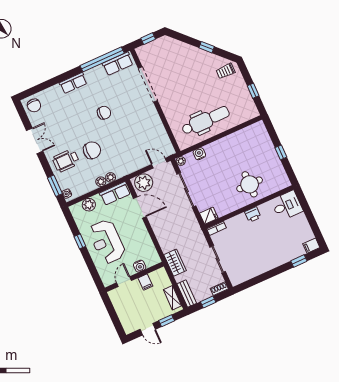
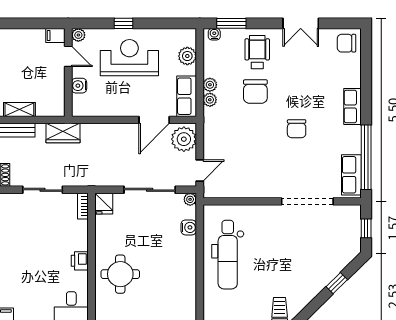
window: (207, 47) -> (337, 283), moved
window: (80, 241) -> (124, 23), moved
plant: (107, 281) -> (78, 35), added
filing cabinet: (145, 282) -> (55, 36), moved

